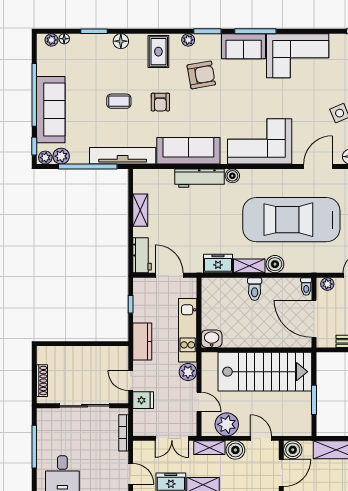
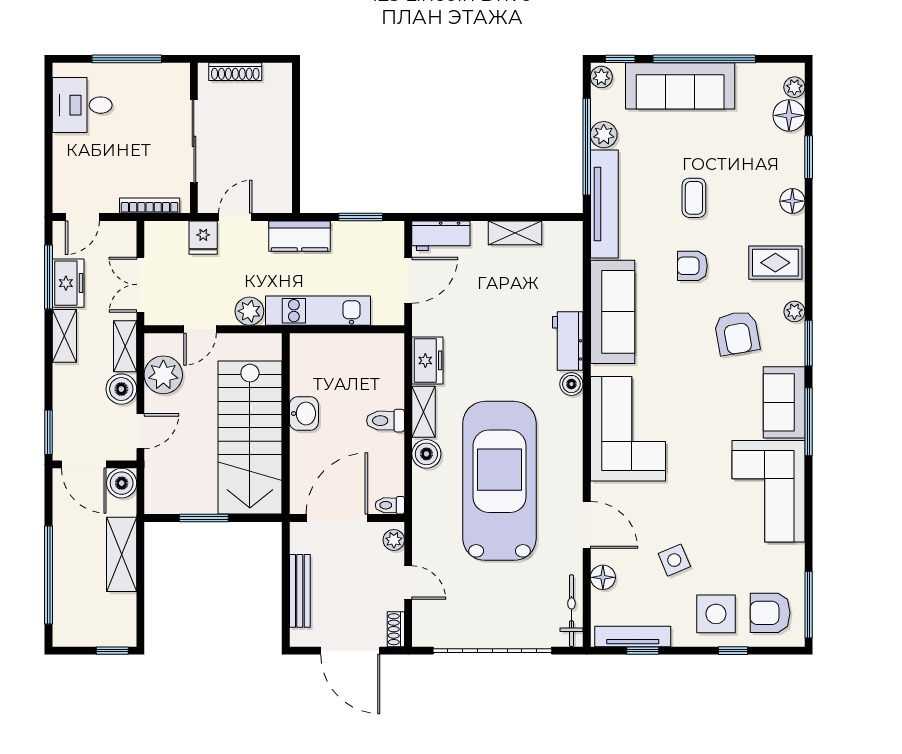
floor lamp: (64, 39) -> (789, 115), width x1.89, depth x1.89
plant: (61, 156) -> (604, 135), moved
workbench: (199, 178) -> (568, 341), width x0.73
window: (131, 304) -> (361, 217), width x1.50
washbasin: (212, 339) -> (304, 414), moved

